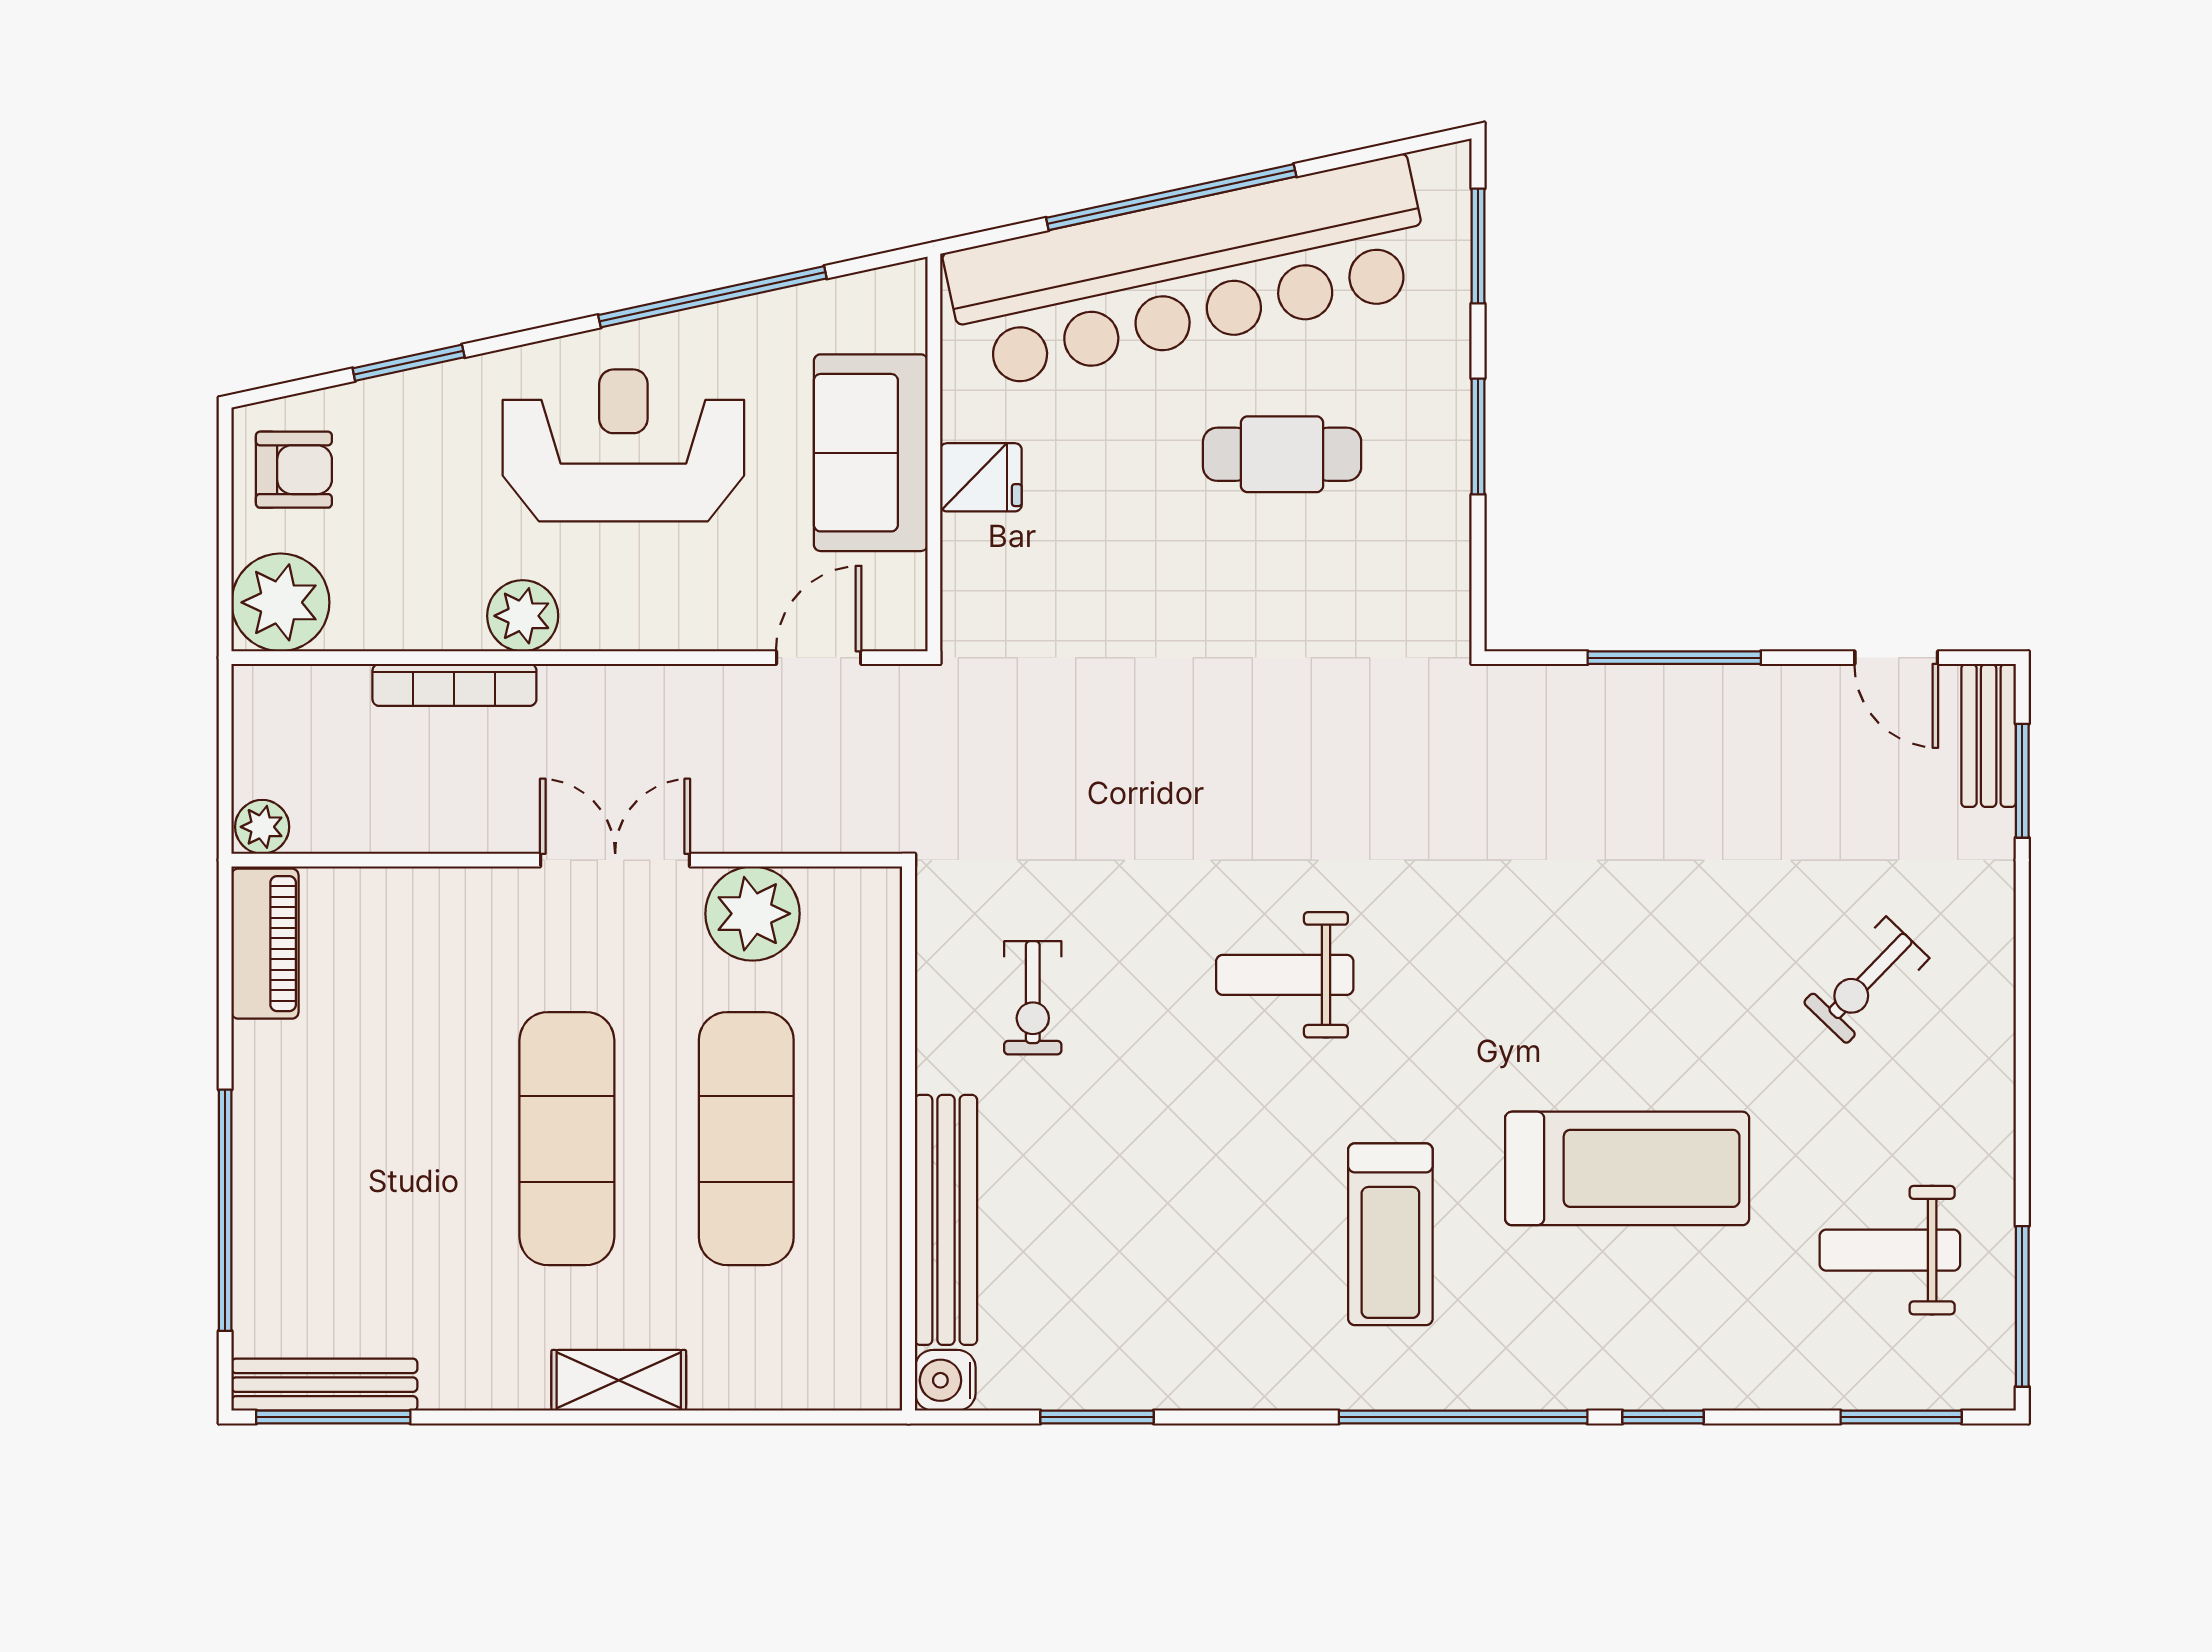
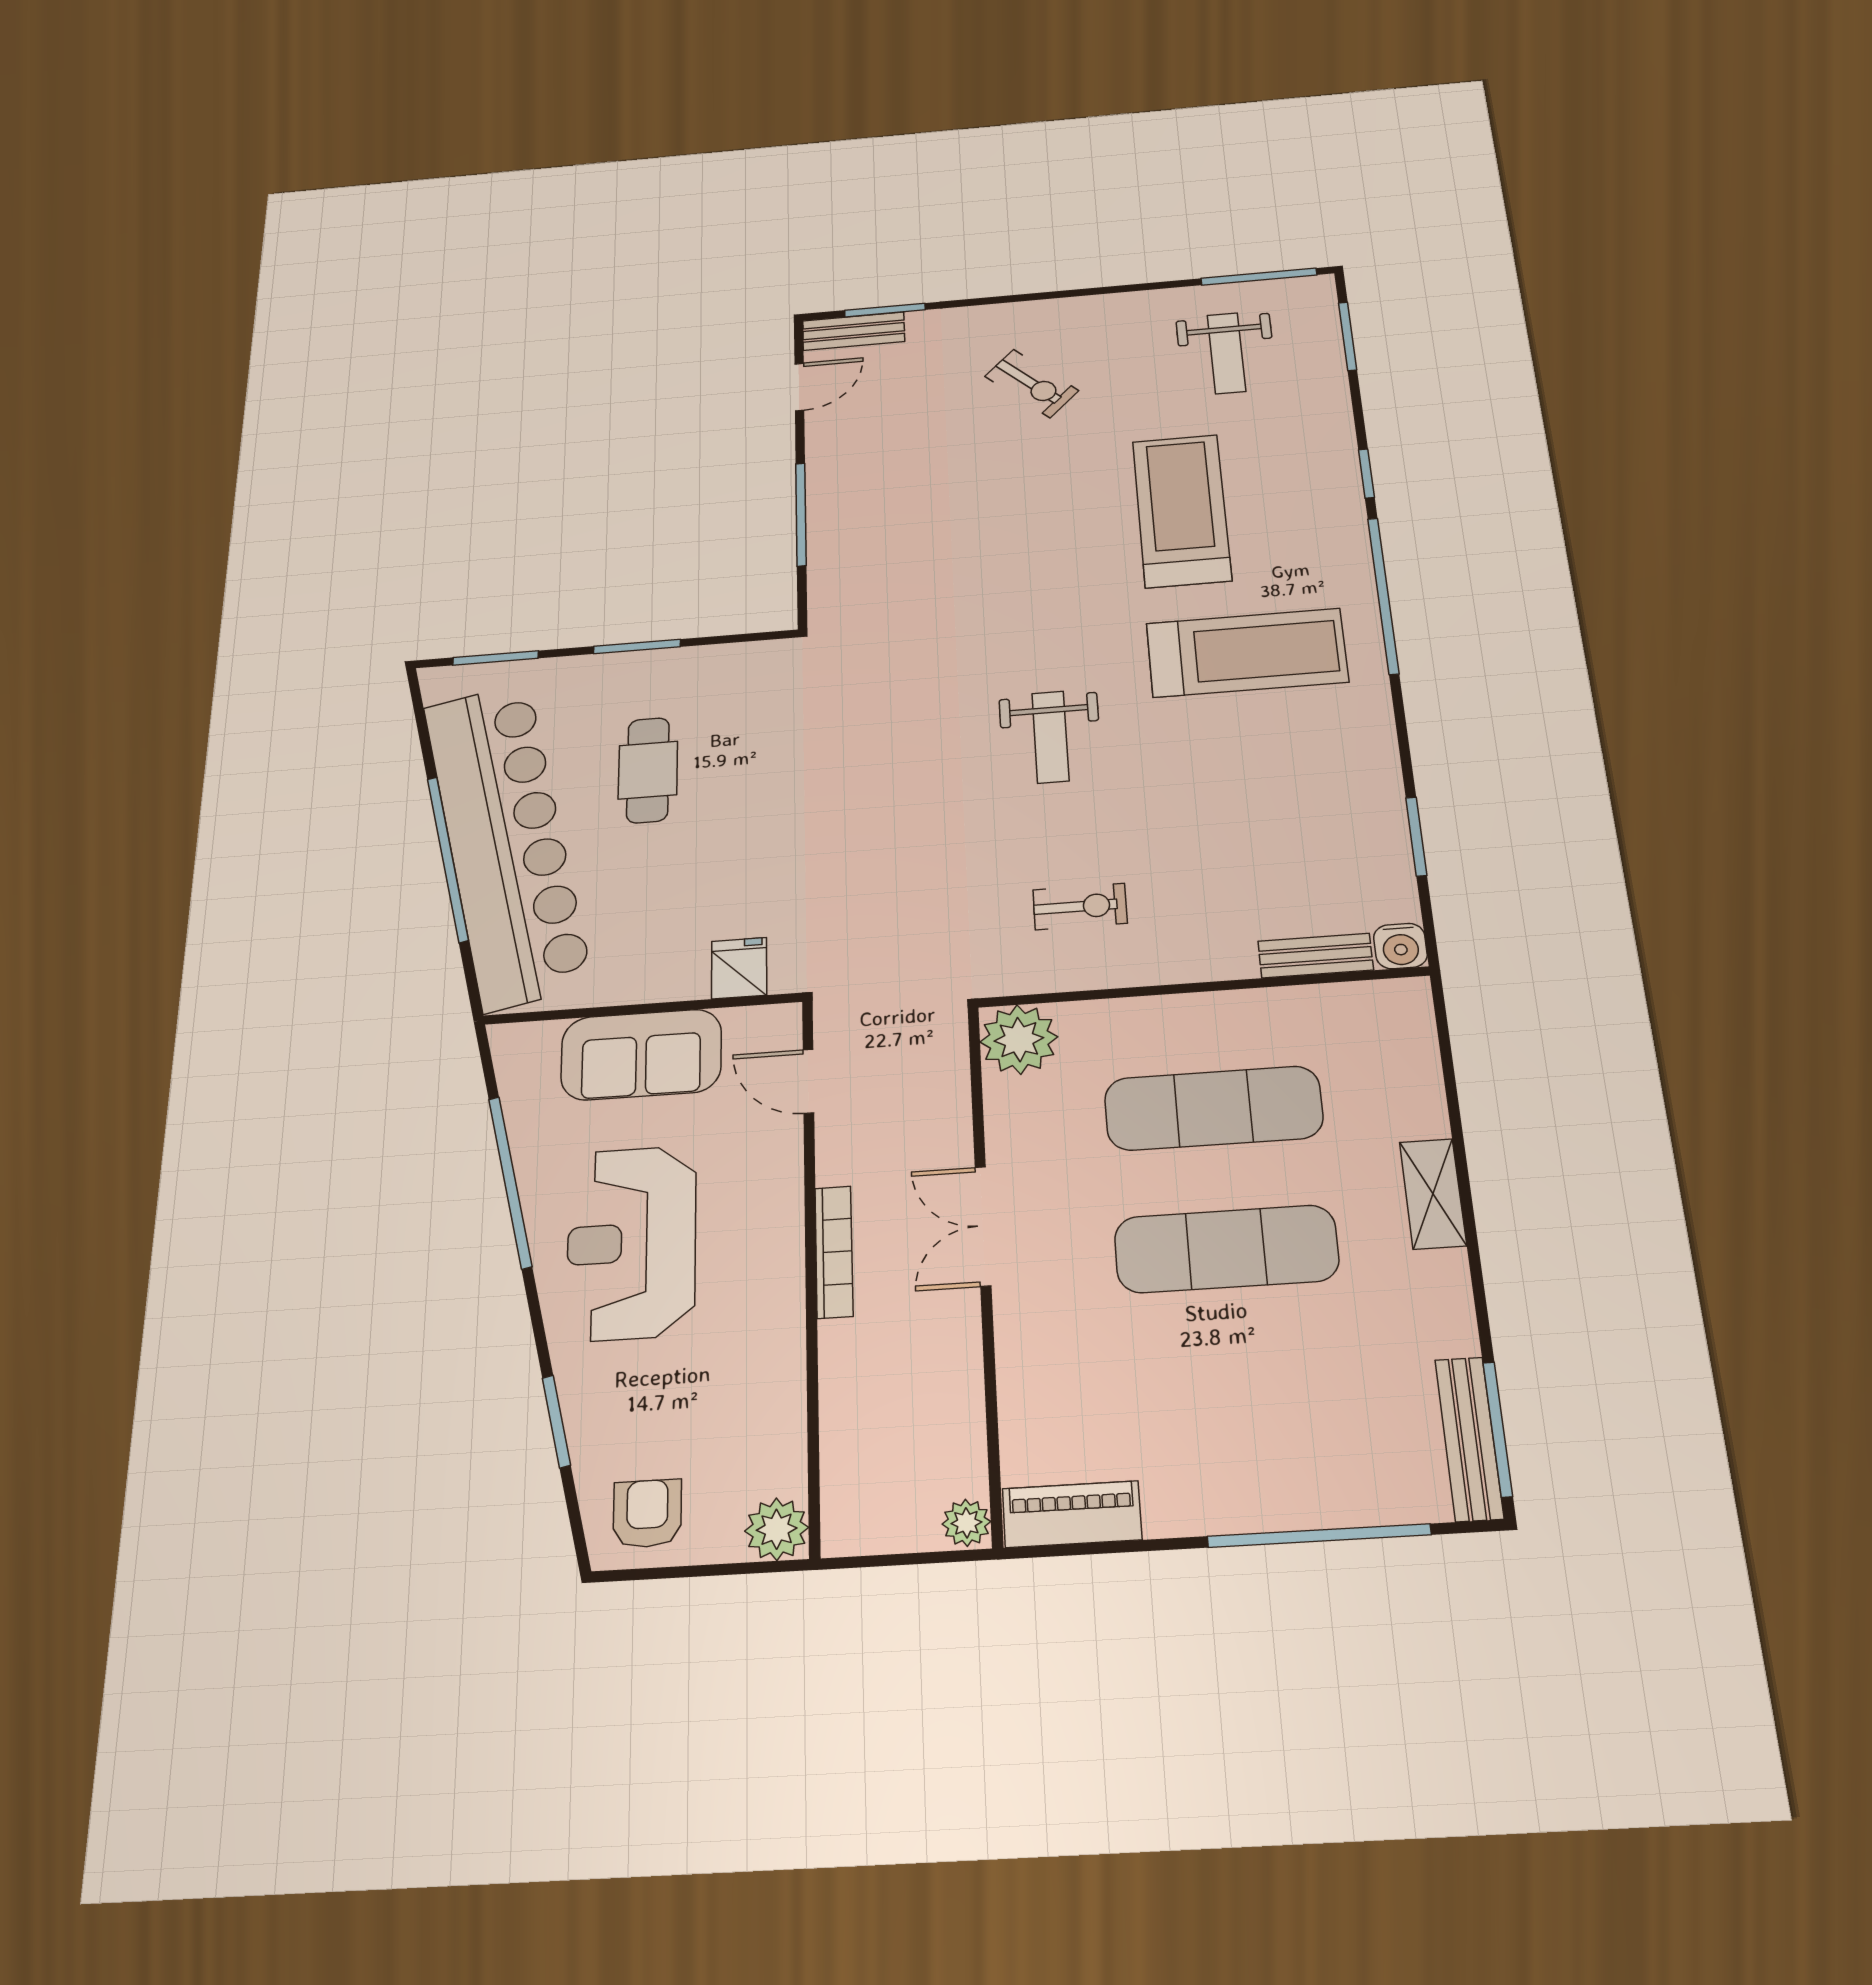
fridge: (981, 477) -> (739, 968), moved
plant: (280, 602) -> (777, 1529), width x0.73, depth x0.73
plant: (523, 616) -> (776, 1314), removed
bookcase: (454, 685) -> (834, 1252), moved
plant: (752, 914) -> (1019, 1039), moved
bench: (946, 1220) -> (1316, 956), width x0.54, depth x0.82
treadmill: (1390, 1234) -> (1247, 653), width x1.37, depth x1.38

